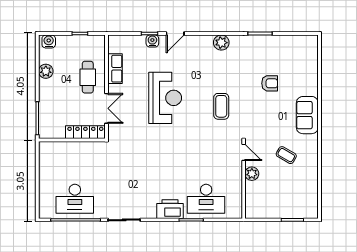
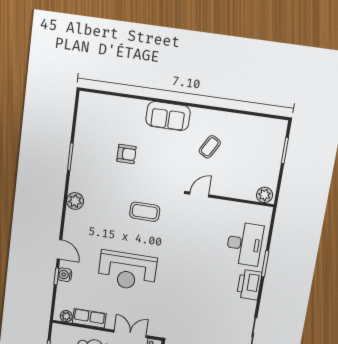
plant: (113, 47) -> (66, 316), added
armchair: (270, 83) -> (127, 154), turned 90
reception desk: (165, 98) -> (127, 271), turned 180
plant: (252, 174) -> (265, 195), moved

